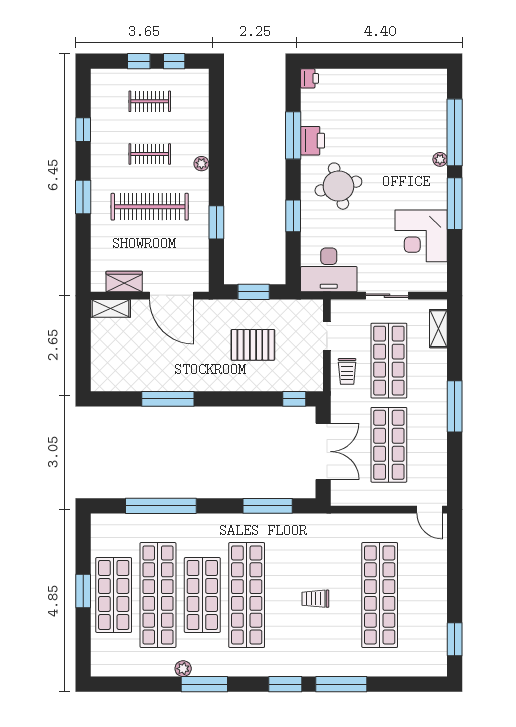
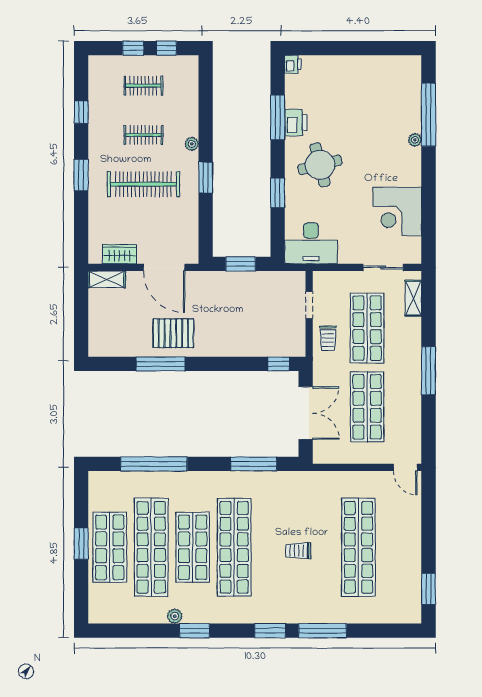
window: (455, 204) -> (429, 181), removed
window: (216, 222) -> (206, 177), moved
sliding door: (387, 296) -> (383, 267), moved
pallet: (253, 345) -> (173, 333), moved
window: (204, 684) -> (195, 631), width x0.69

